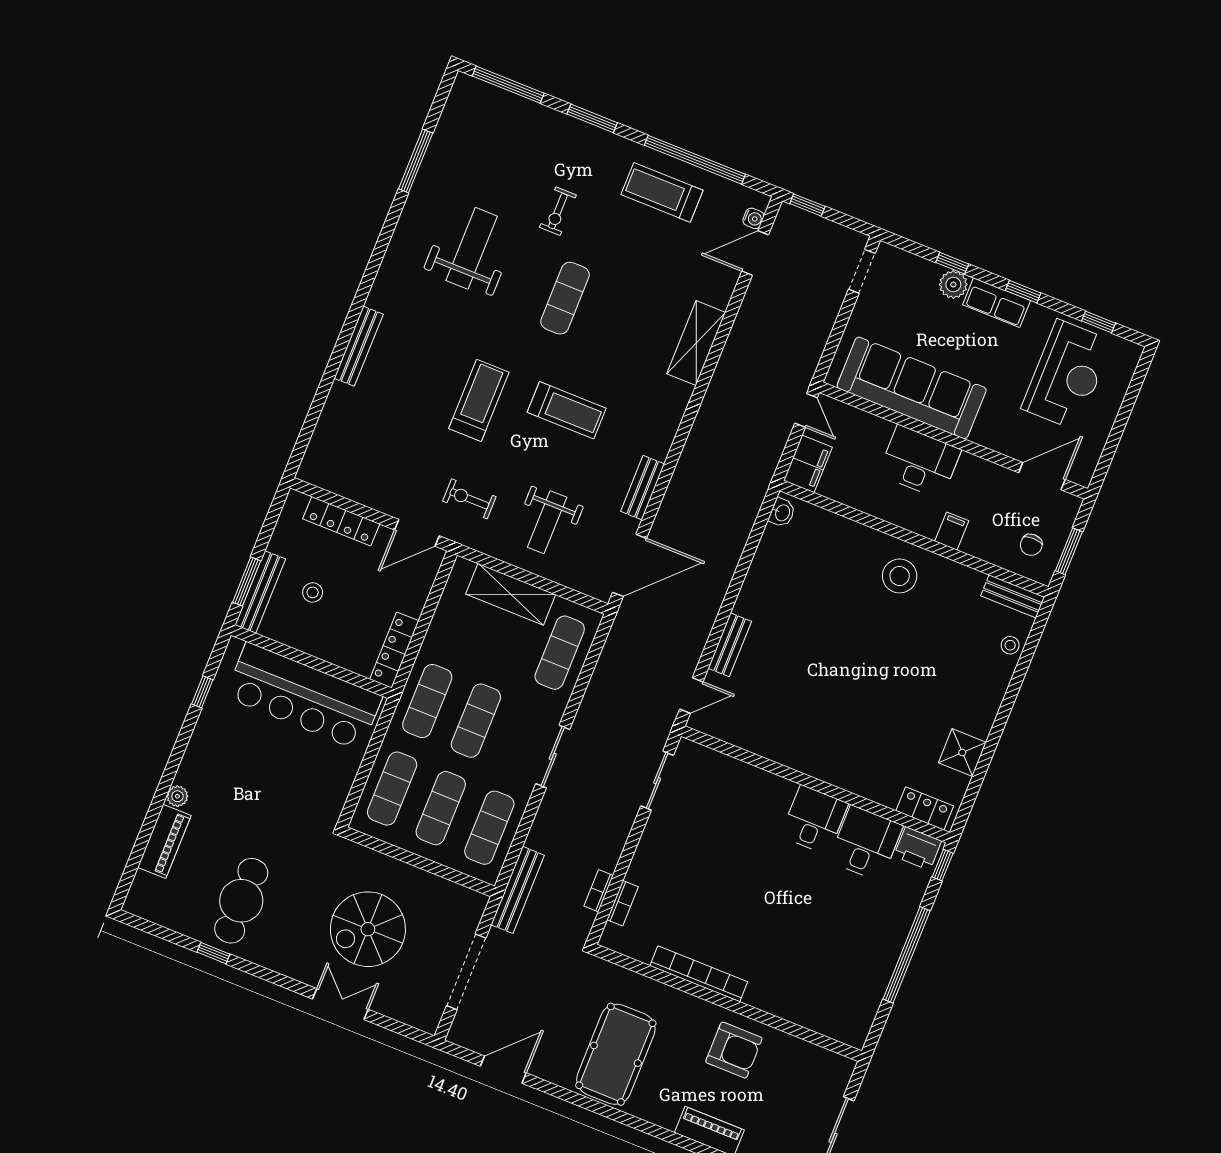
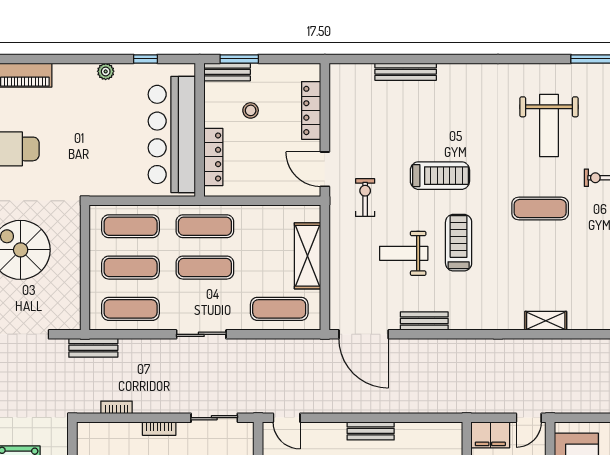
weight bench: (472, 248) -> (549, 126), turned 90
shelving: (696, 343) -> (546, 321), width x0.67, depth x0.75
bench: (359, 346) -> (406, 72), moved
treadmill: (567, 410) -> (459, 243), turned 180
washbasin: (782, 513) -> (447, 430), removed
weight bench: (547, 522) -> (404, 253), moved
bench: (260, 592) -> (227, 72), width x0.73
bench: (730, 645) -> (371, 431), moved
locker: (394, 650) -> (213, 157), moved, turned 90
plant: (177, 796) -> (106, 71), moved
bench: (518, 890) -> (93, 348), width x0.73
bookcase: (623, 903) -> (159, 429), moved

